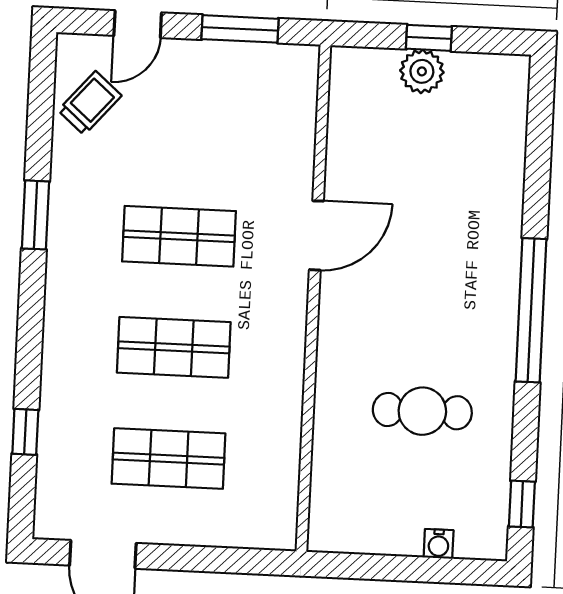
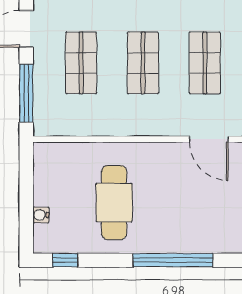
cafe table: (422, 411) -> (114, 203), width x1.37, depth x1.35
window: (218, 560) -> (26, 93), added

